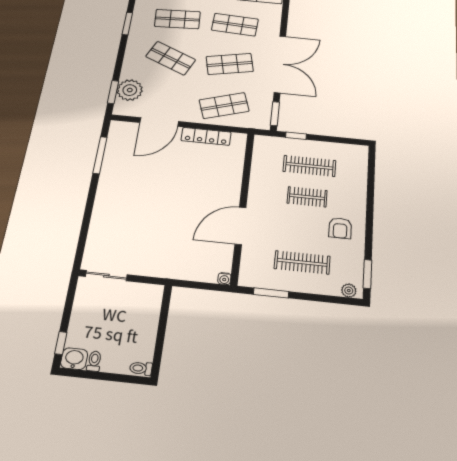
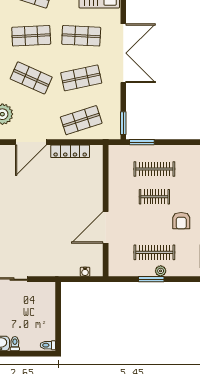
double door: (280, 64) -> (123, 53), moved
window: (296, 136) -> (142, 142), width x1.50
water cooler: (224, 279) -> (85, 272), moved
plant: (349, 291) -> (161, 271), moved
window: (271, 293) -> (151, 279), moved

